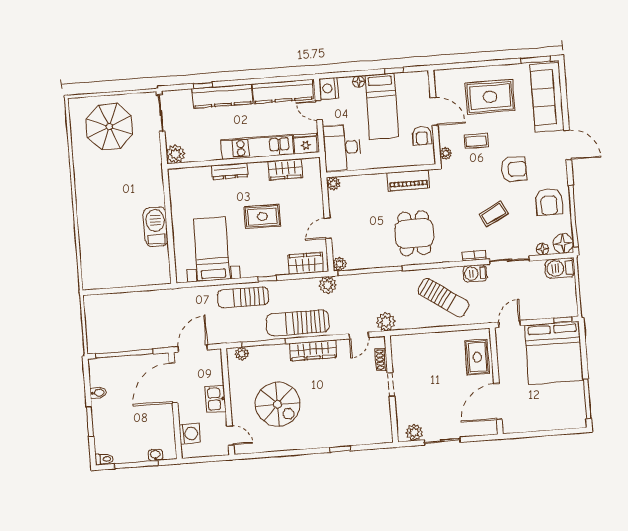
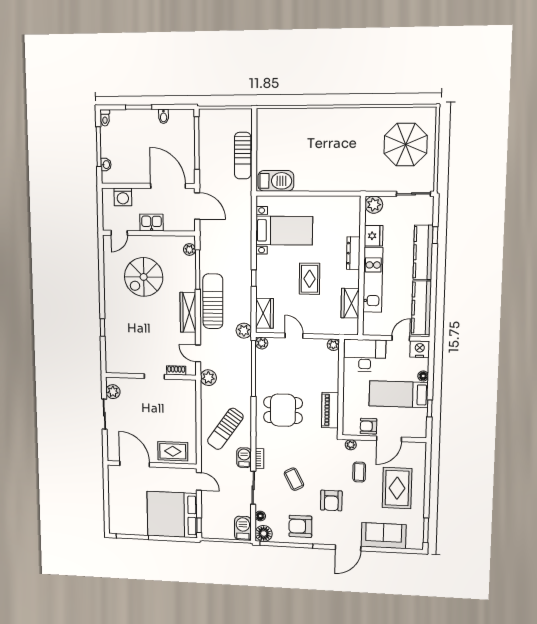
sofa: (547, 97) -> (384, 536), width x0.73
fridge: (305, 144) -> (374, 236), moved
barbecue: (156, 227) -> (276, 181), moved
sun lounger: (243, 297) -> (243, 156), moved, turned 180

